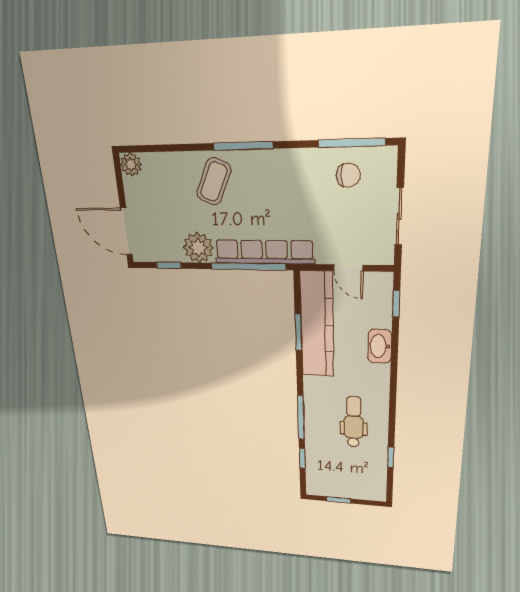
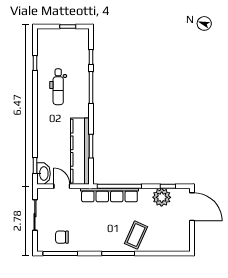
plant: (131, 164) -> (184, 245), removed
plant: (198, 248) -> (162, 197), moved
washbasin: (380, 346) -> (43, 174), moved

